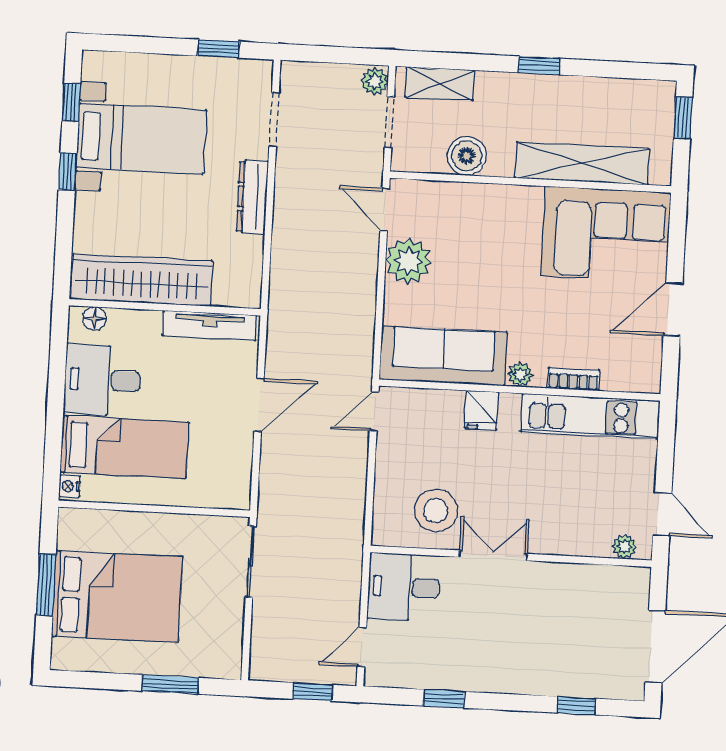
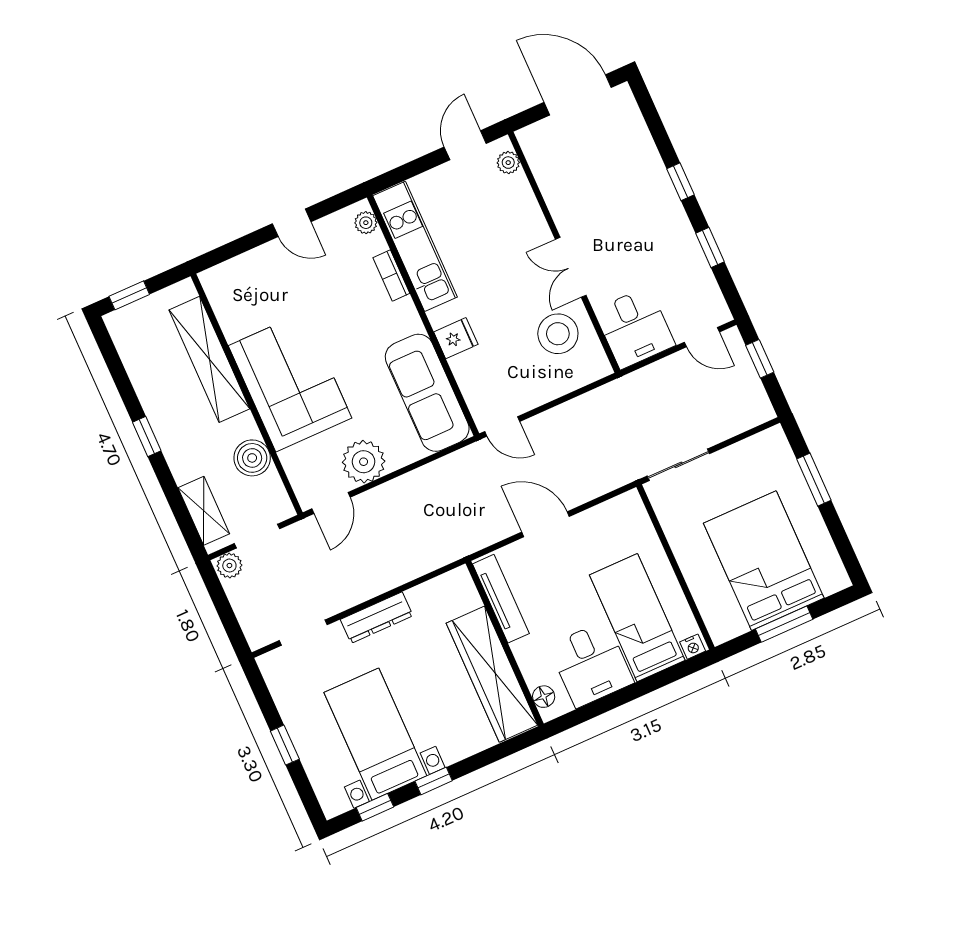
window: (218, 49) -> (285, 745), moved
corner sofa: (606, 234) -> (290, 382), moved
door: (673, 309) -> (292, 223), width x0.73
plant: (520, 375) -> (366, 223), moved
window: (576, 706) -> (681, 182), moved

